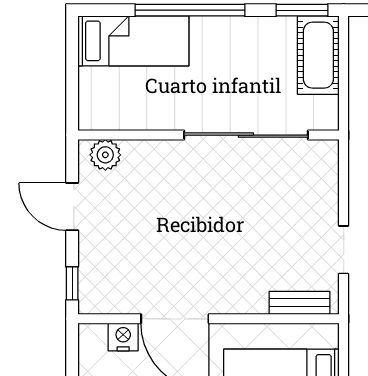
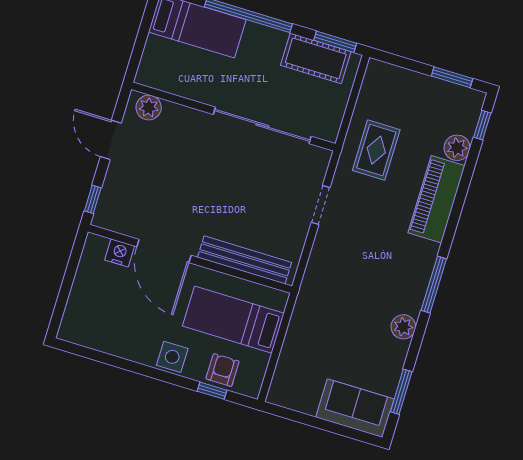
cot: (318, 55) -> (316, 58), moved, turned 90
doorway: (344, 250) -> (321, 205), moved
bench: (299, 303) -> (245, 260), width x1.86, depth x1.21

